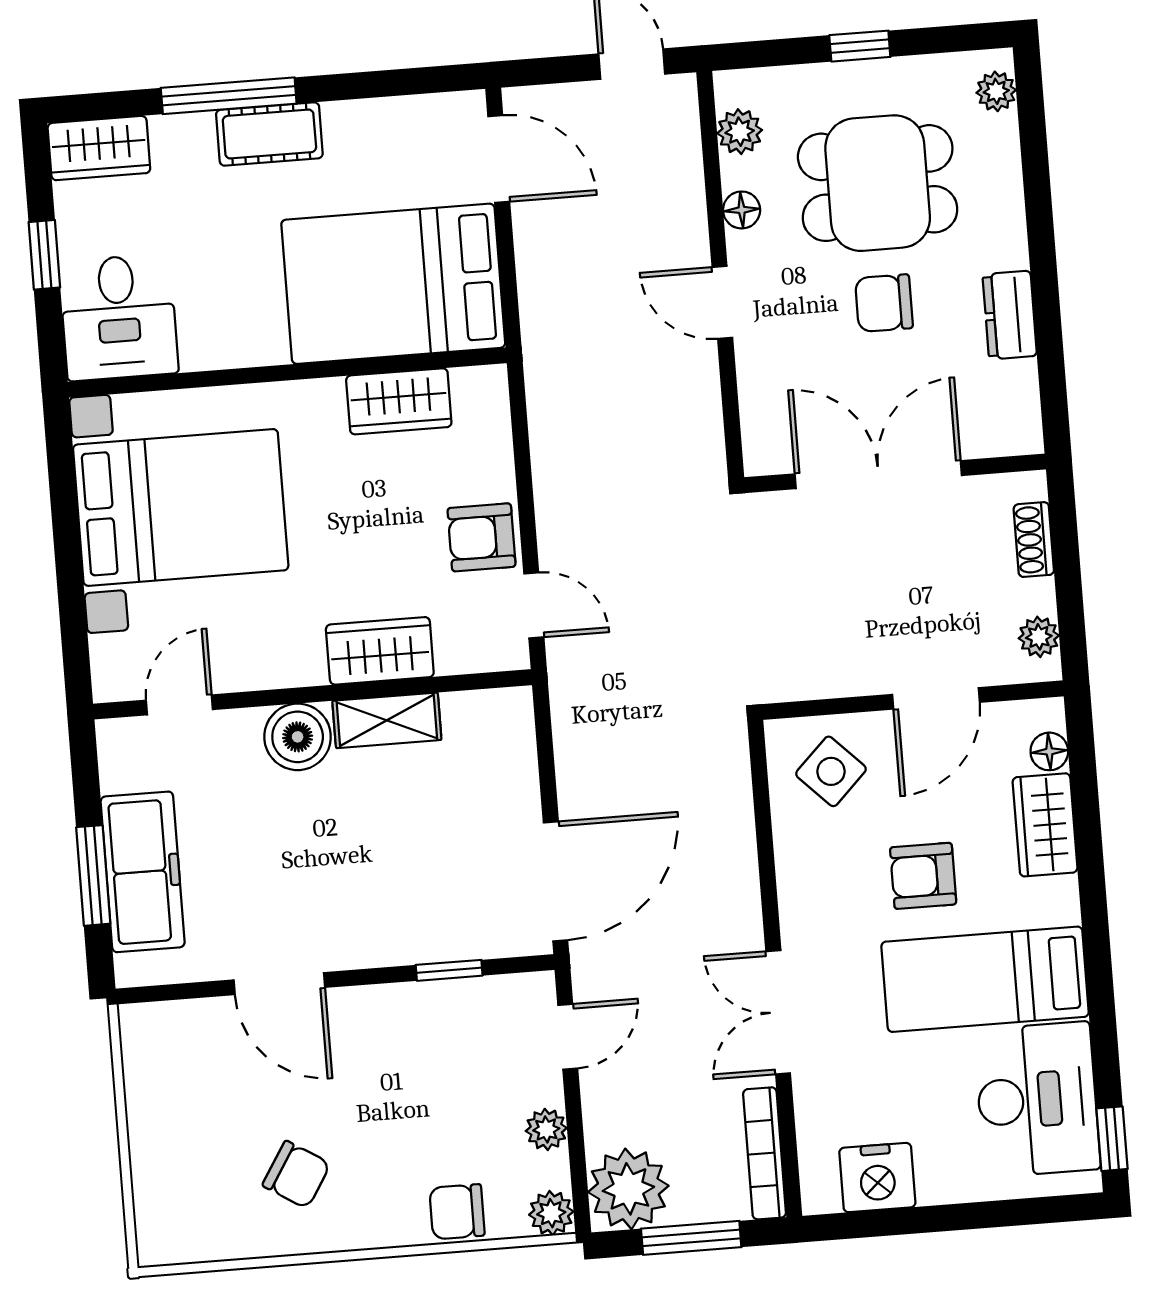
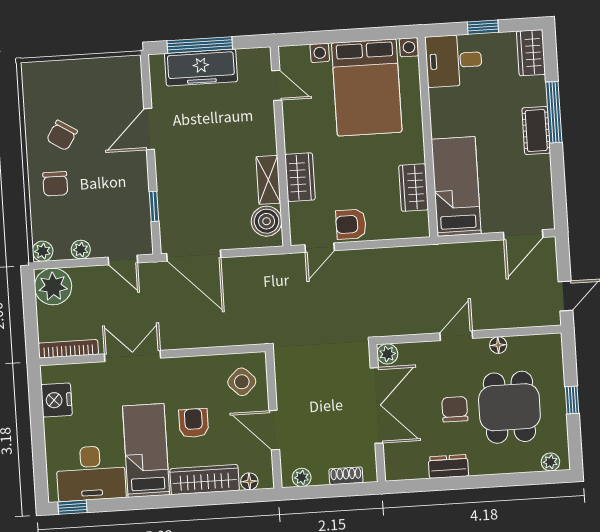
plant: (740, 132) -> (387, 354), moved
bed: (393, 284) -> (456, 187), width x0.67
armchair: (481, 537) -> (351, 224), turned -90
boiler: (298, 737) -> (267, 221), moved
wardrobe: (1045, 825) -> (205, 480), width x1.50
window: (93, 875) -> (200, 45), width x1.44
chair: (457, 1212) -> (55, 184), moved, turned 180
window: (691, 1238) -> (30, 315), removed

